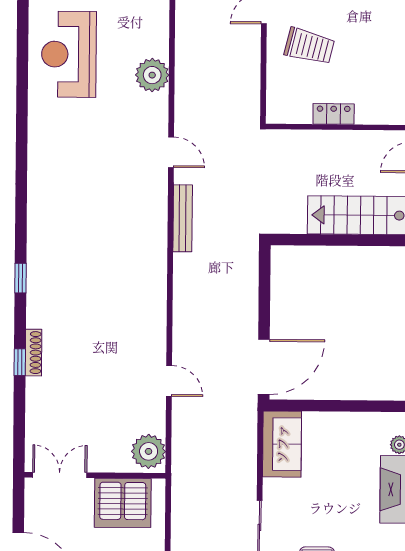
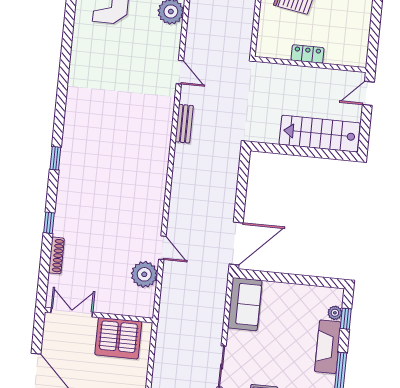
bench: (183, 218) -> (184, 124), width x0.73
shoe rack: (34, 353) -> (56, 255), moved
plant: (149, 451) -> (144, 274), moved

